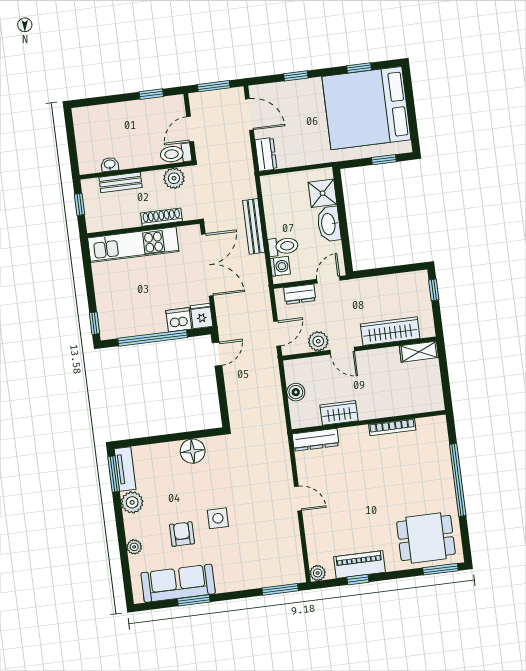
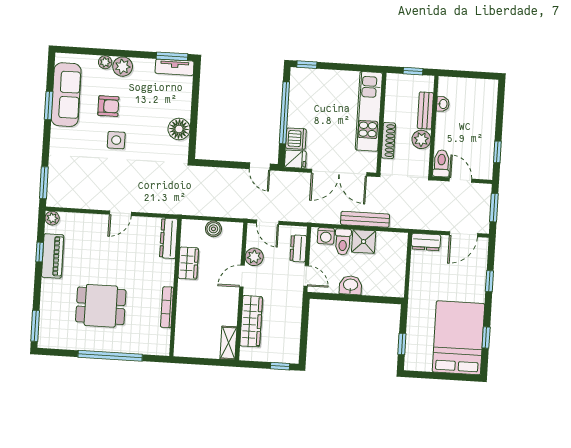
bed: (366, 108) -> (458, 338), width x0.73
plant: (174, 178) -> (421, 139), moved
shower: (323, 193) -> (364, 242), moved
washbasin: (329, 224) -> (351, 285), width x0.72
plant: (132, 502) -> (123, 67), moved
dining table: (426, 538) -> (101, 306), moved, turned 90

